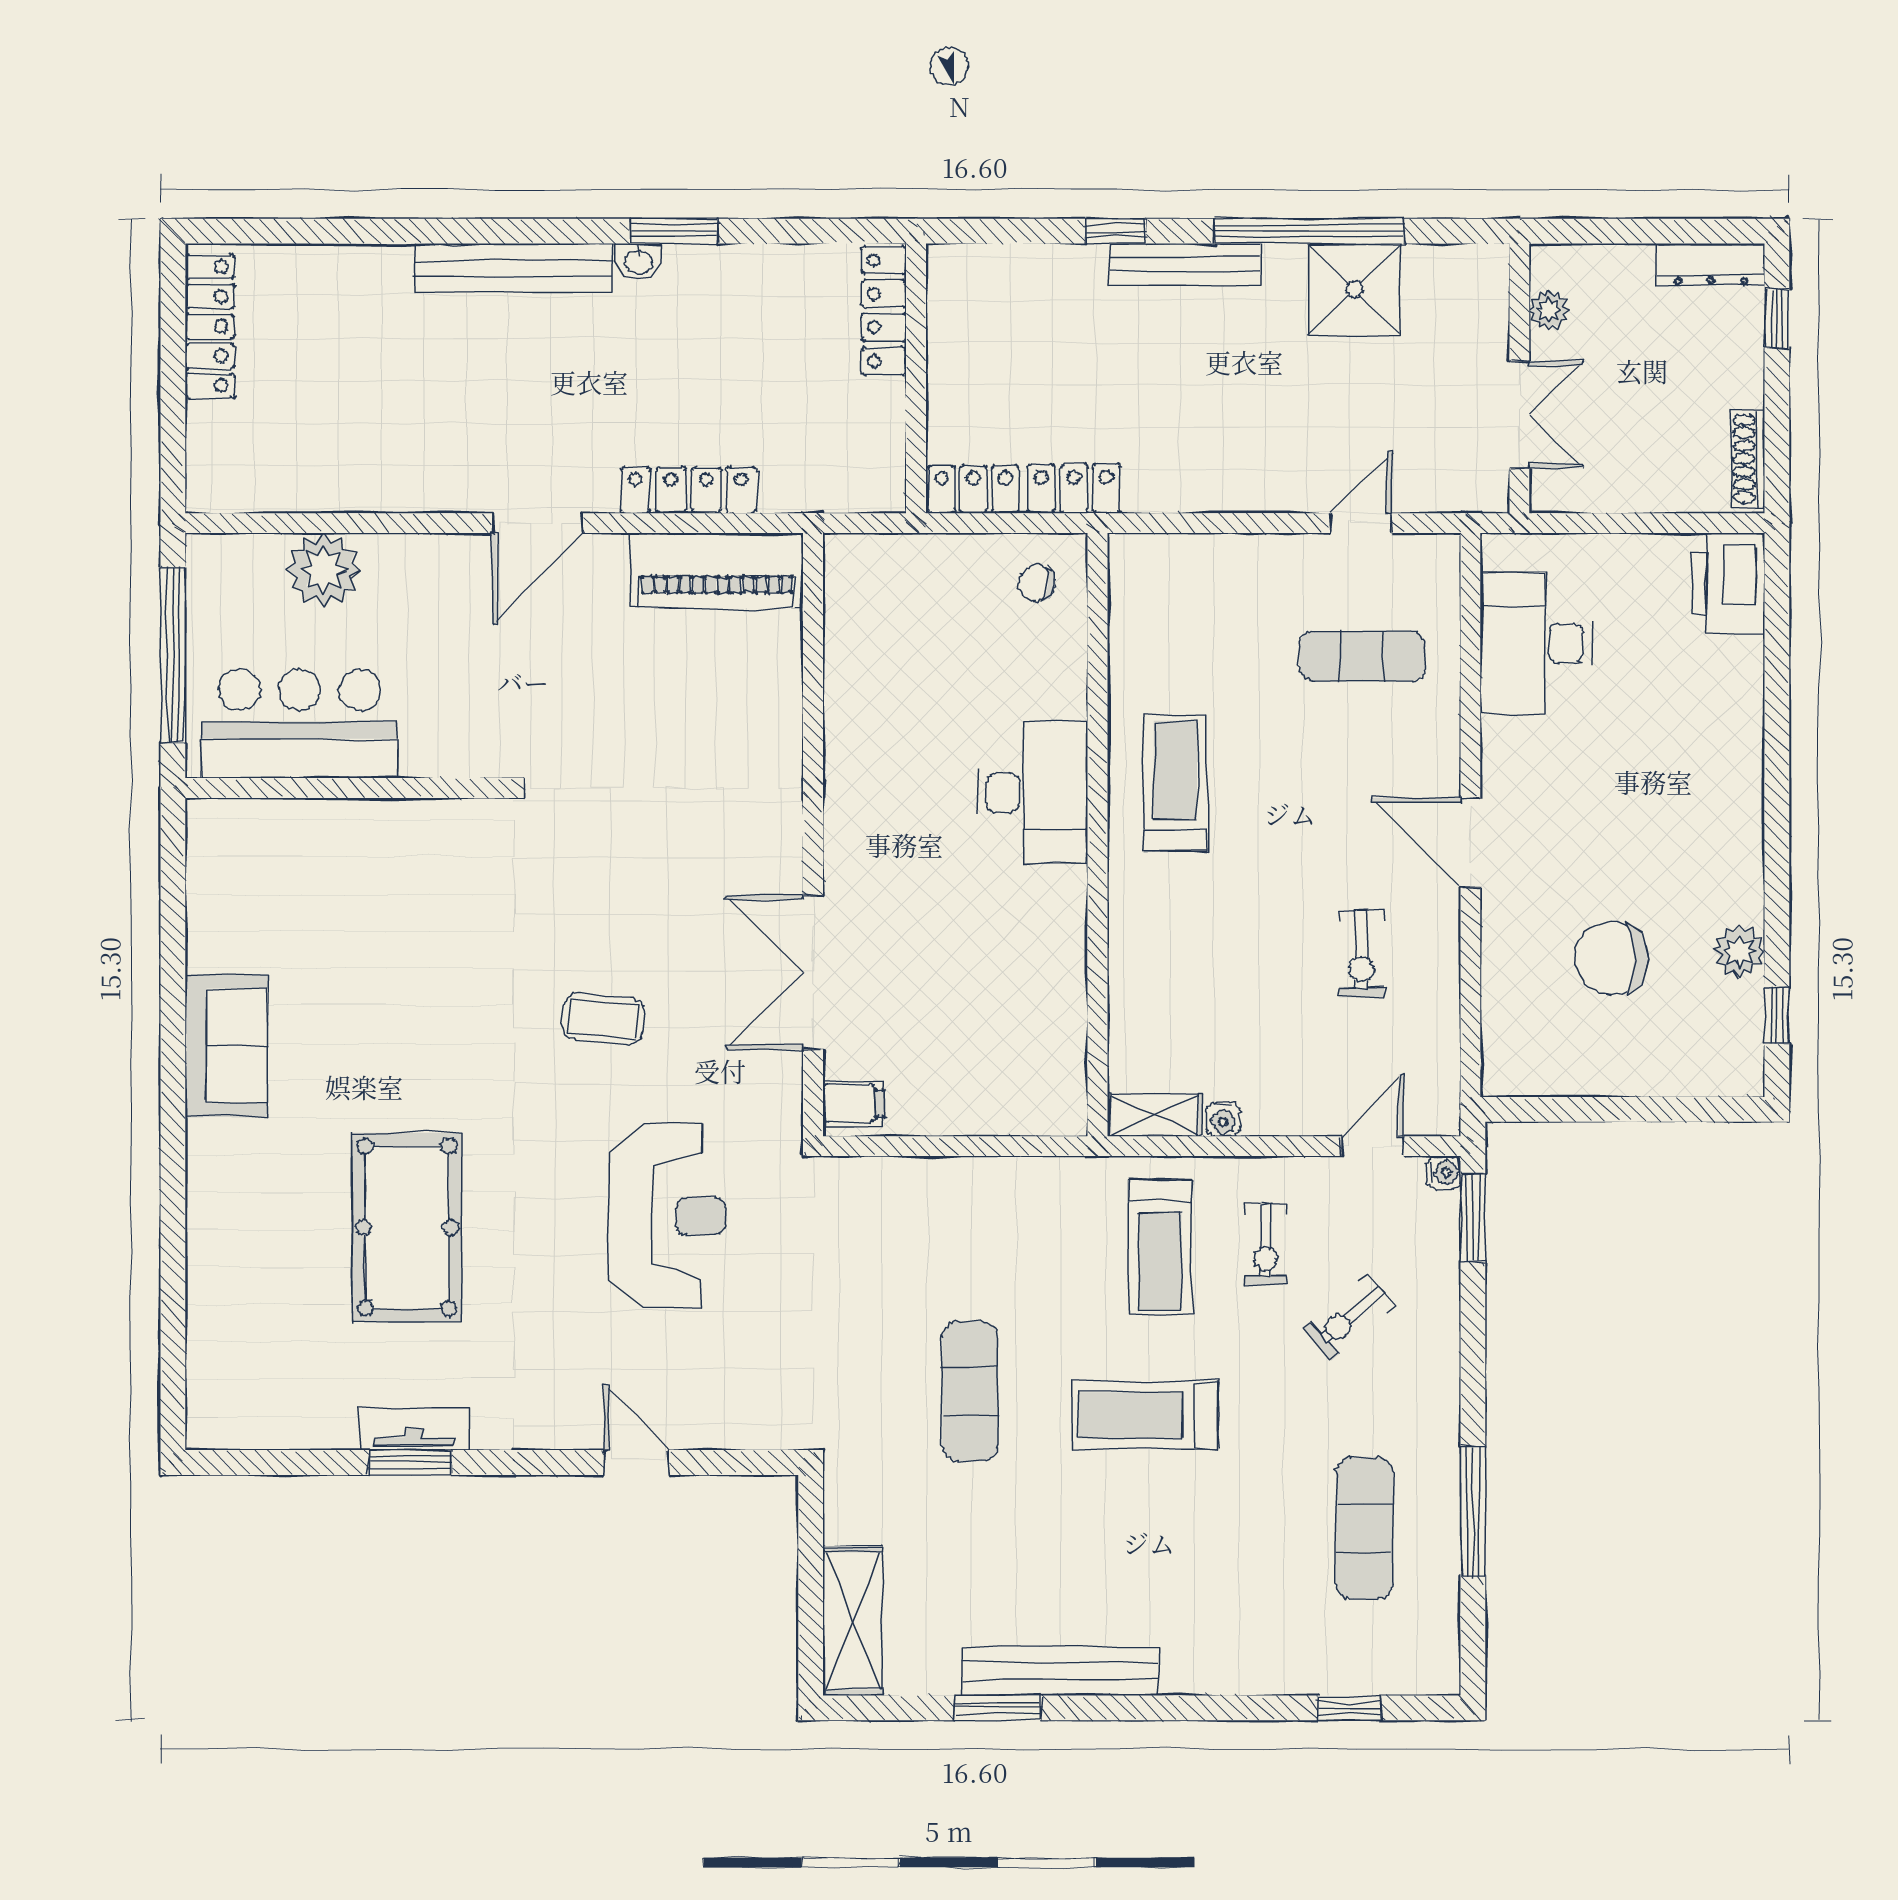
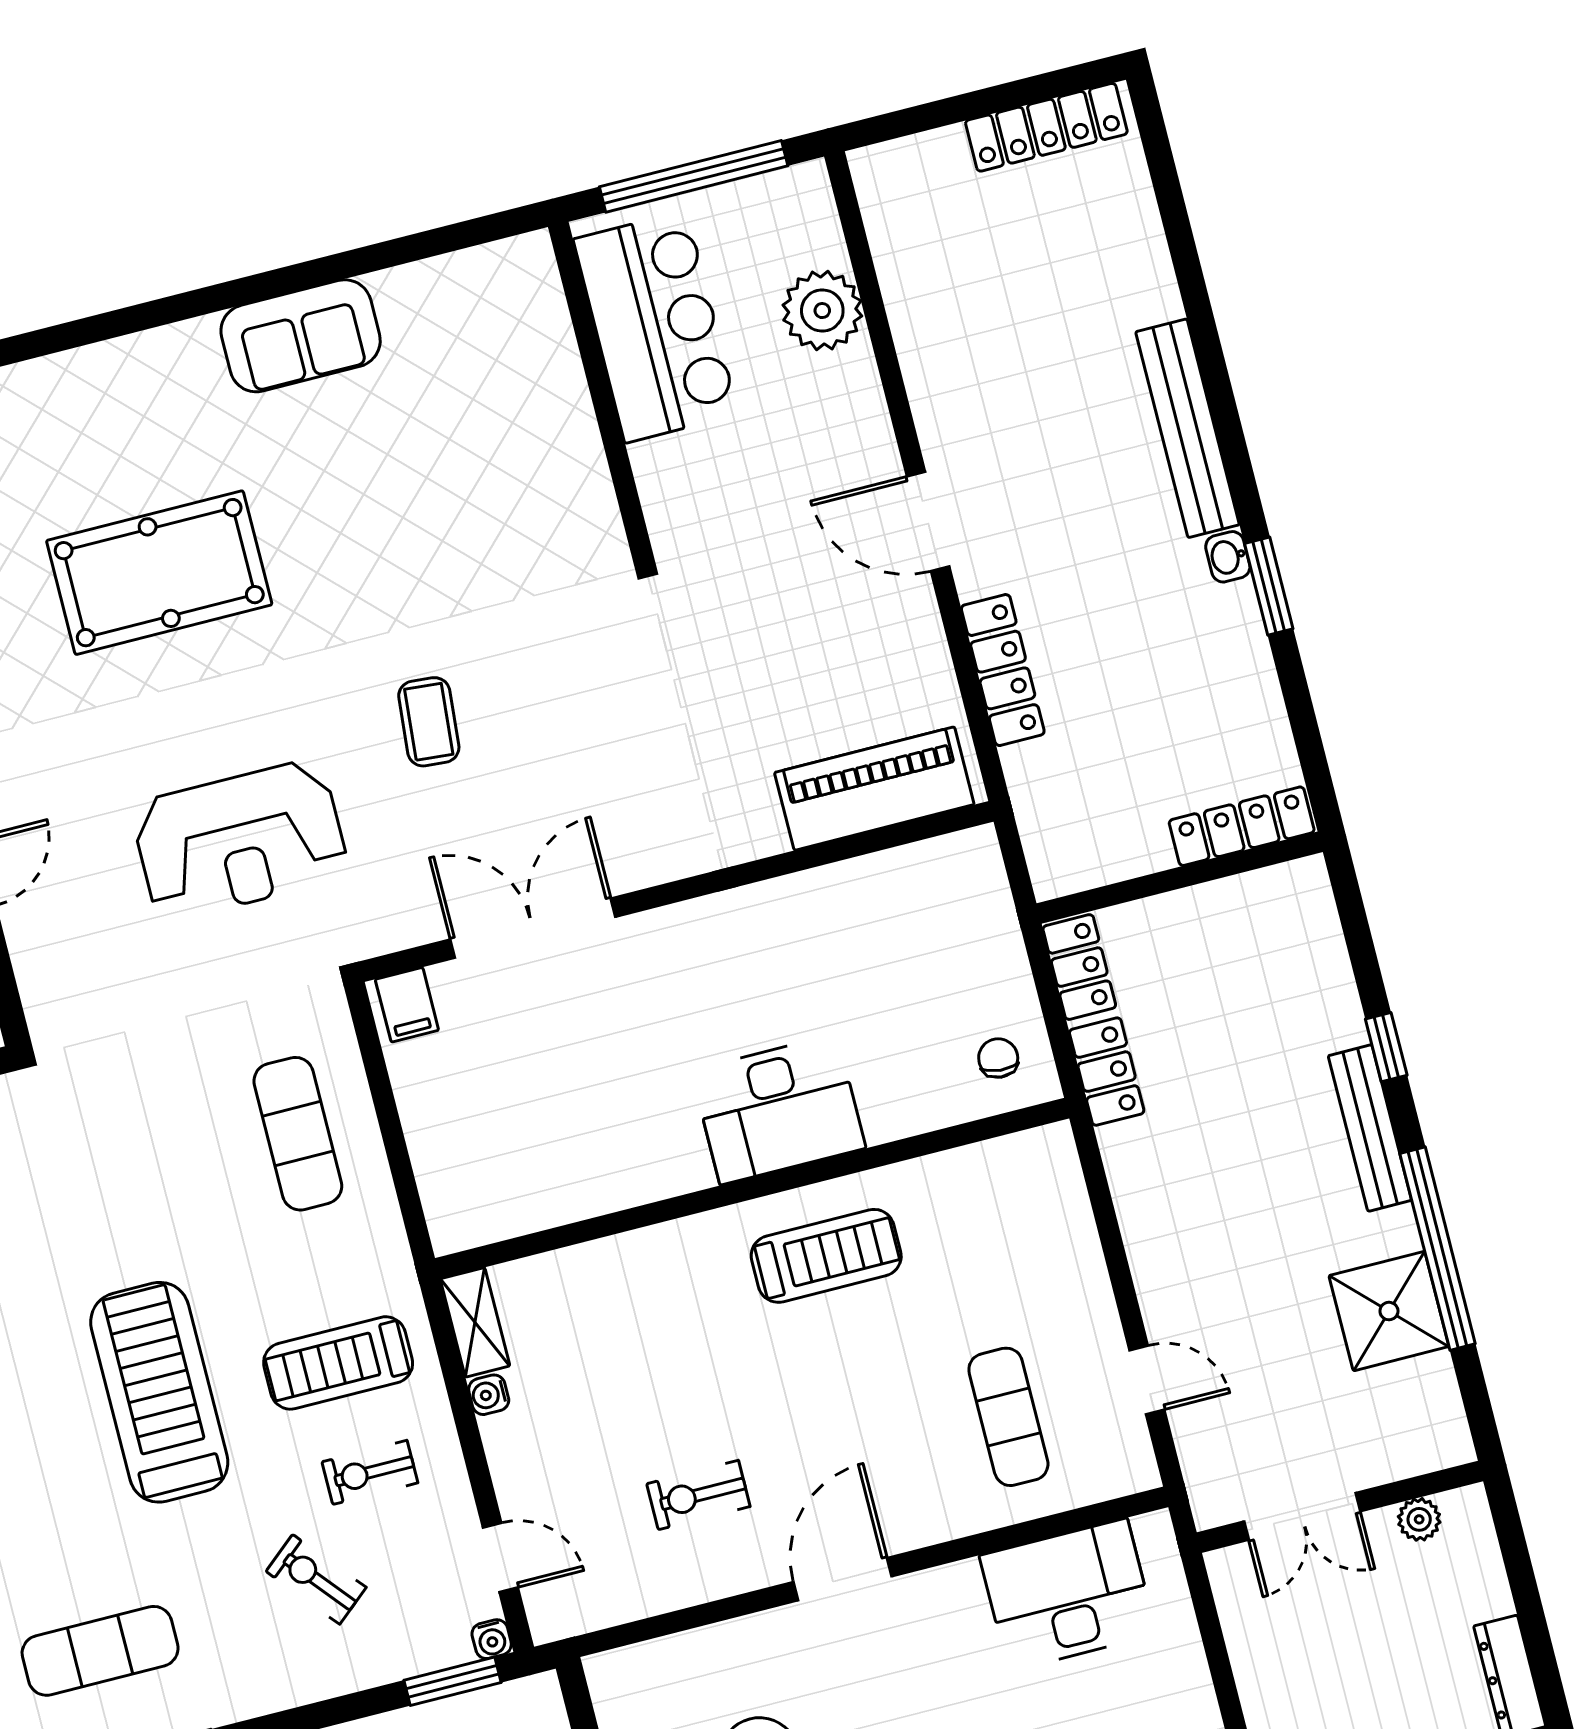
piano: (717, 570) -> (874, 789), moved, turned 90
exercise mat: (970, 1391) -> (298, 1134), moved, turned 90
treadmill: (1145, 1415) -> (159, 1392), width x1.37, depth x1.38

